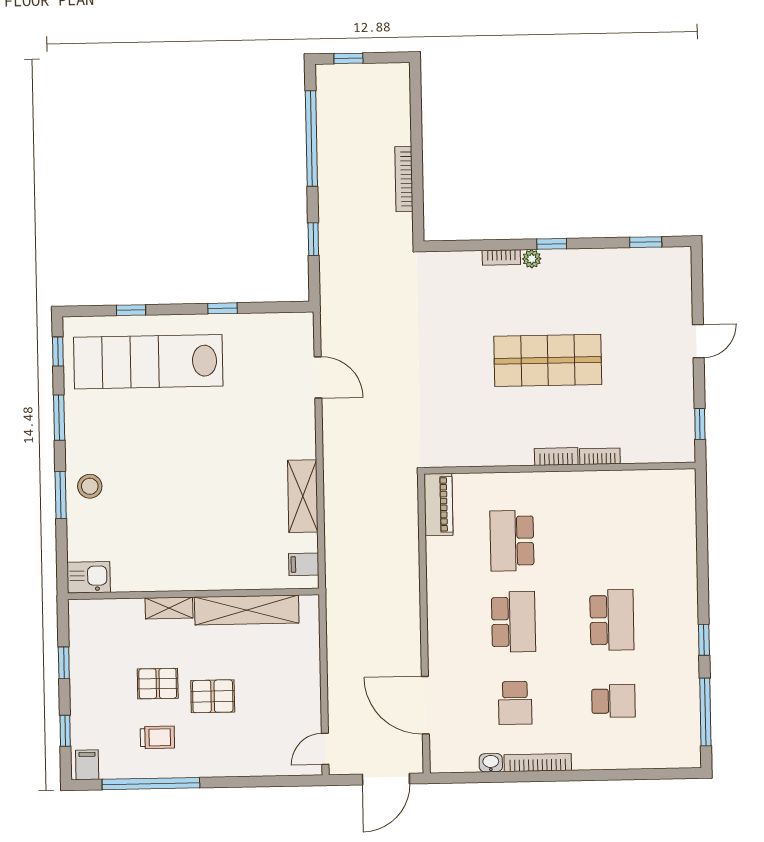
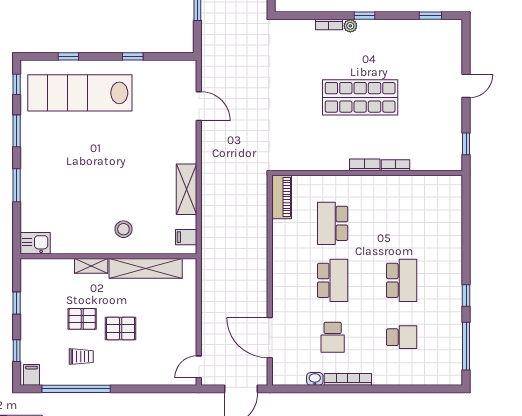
stool: (90, 486) -> (123, 229), moved

